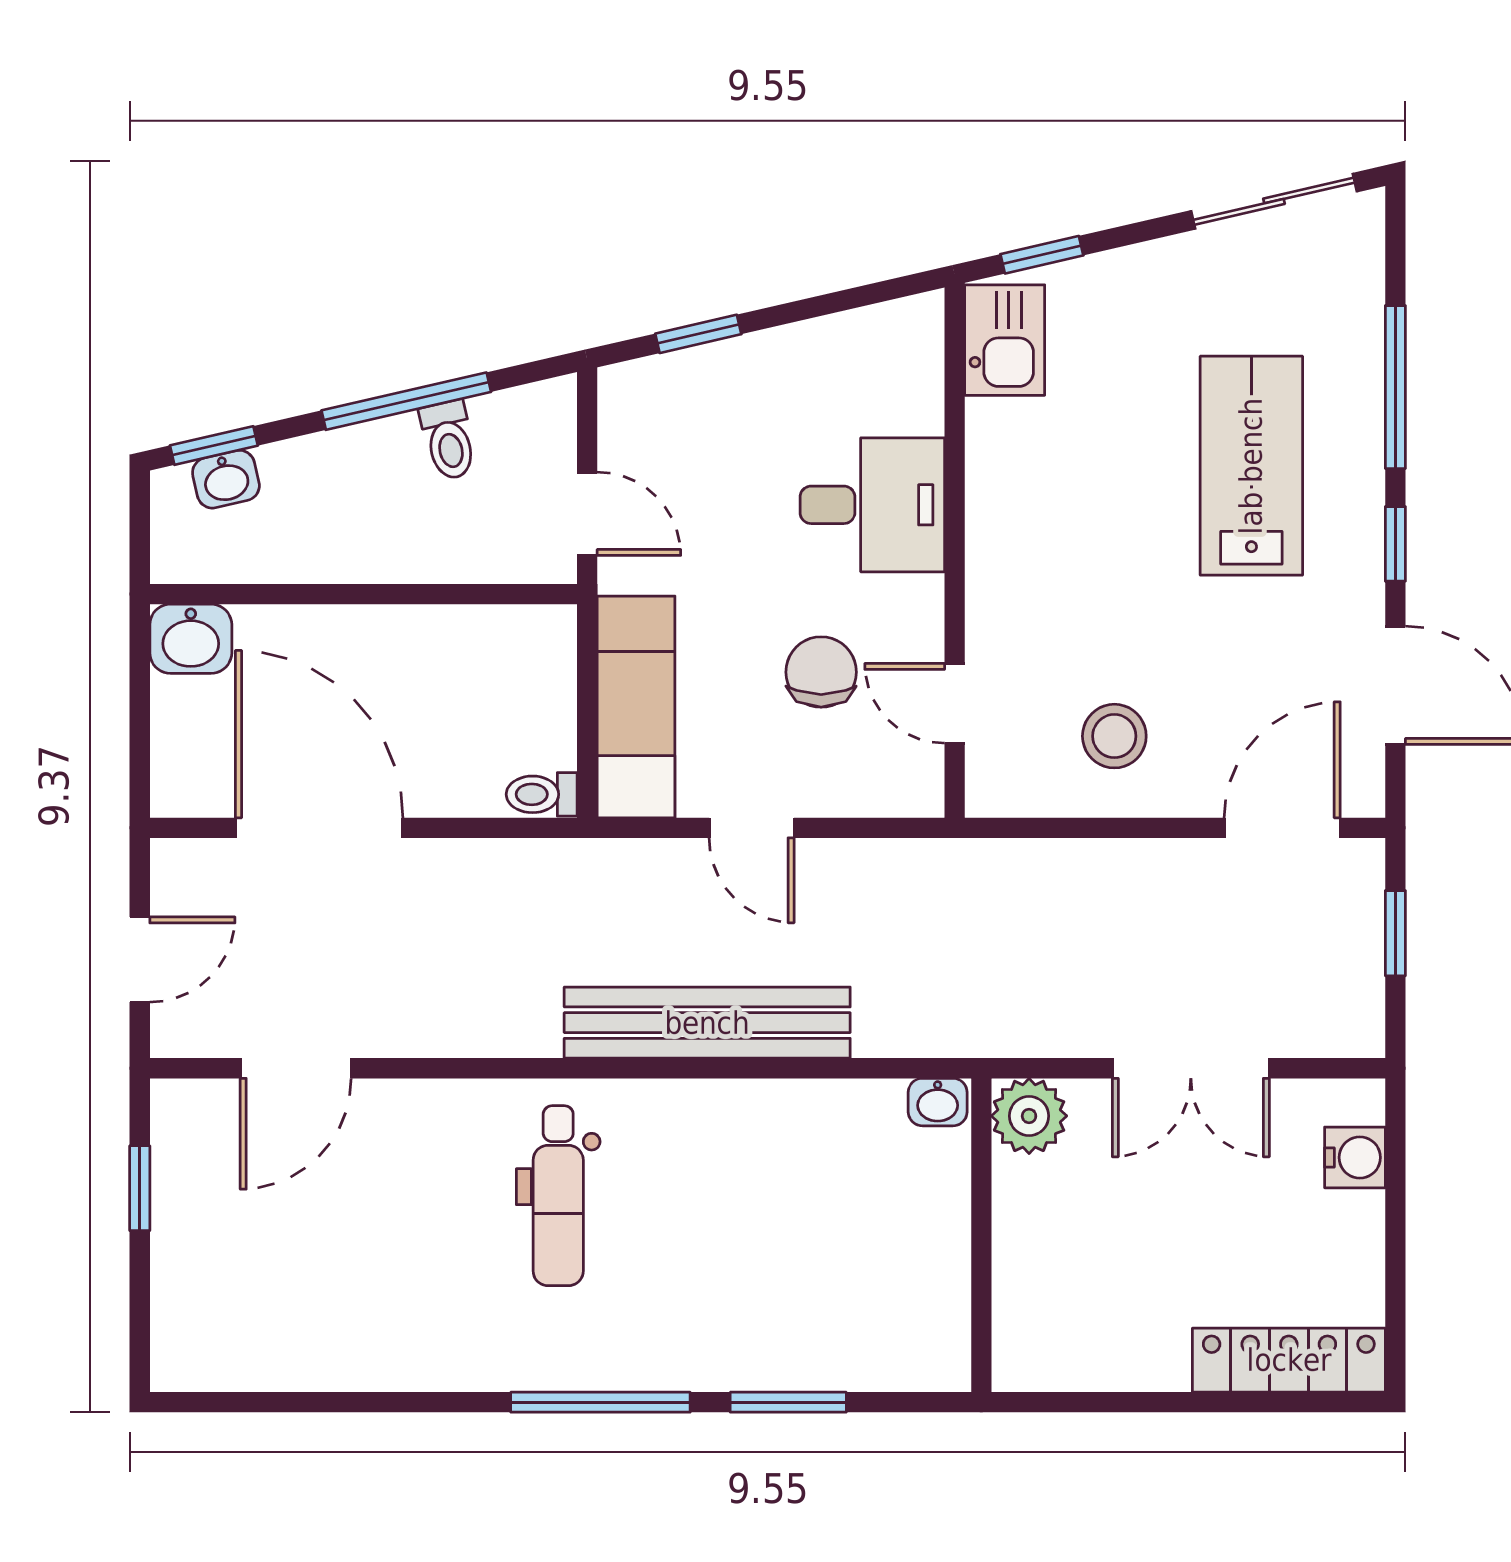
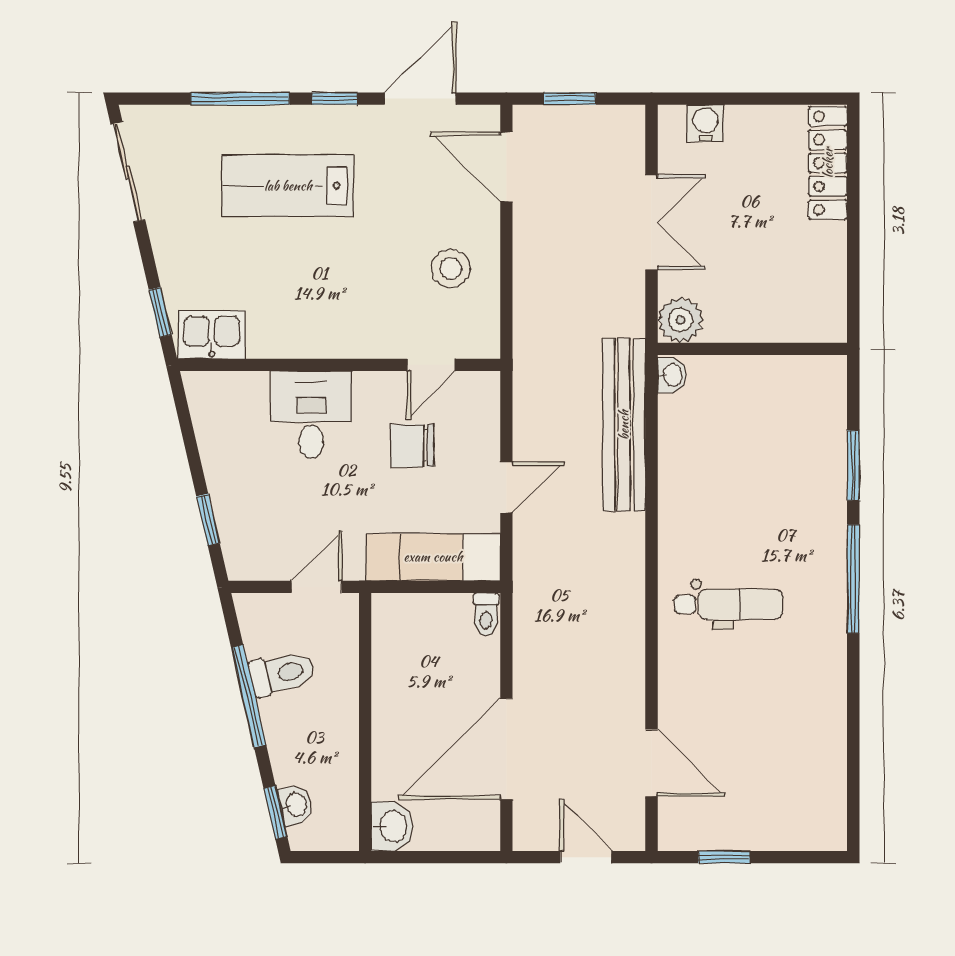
toilet: (449, 440) -> (282, 674), width x1.37, depth x1.39
bench: (707, 1023) -> (624, 425), moved

